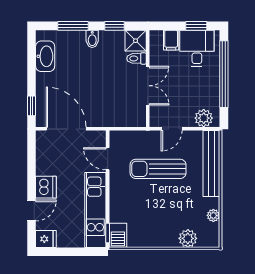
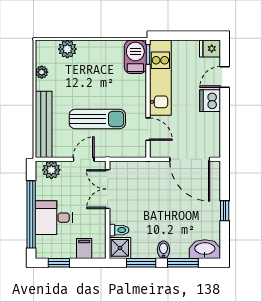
window: (114, 26) -> (141, 263), width x1.50
desk: (197, 48) -> (54, 218), moved, turned 90
washbasin: (45, 56) -> (205, 249), moved, turned 90
double door: (148, 86) -> (108, 189), moved
window: (32, 106) -> (225, 211), moved
barbecue: (118, 235) -> (135, 57), width x1.38, depth x1.27

